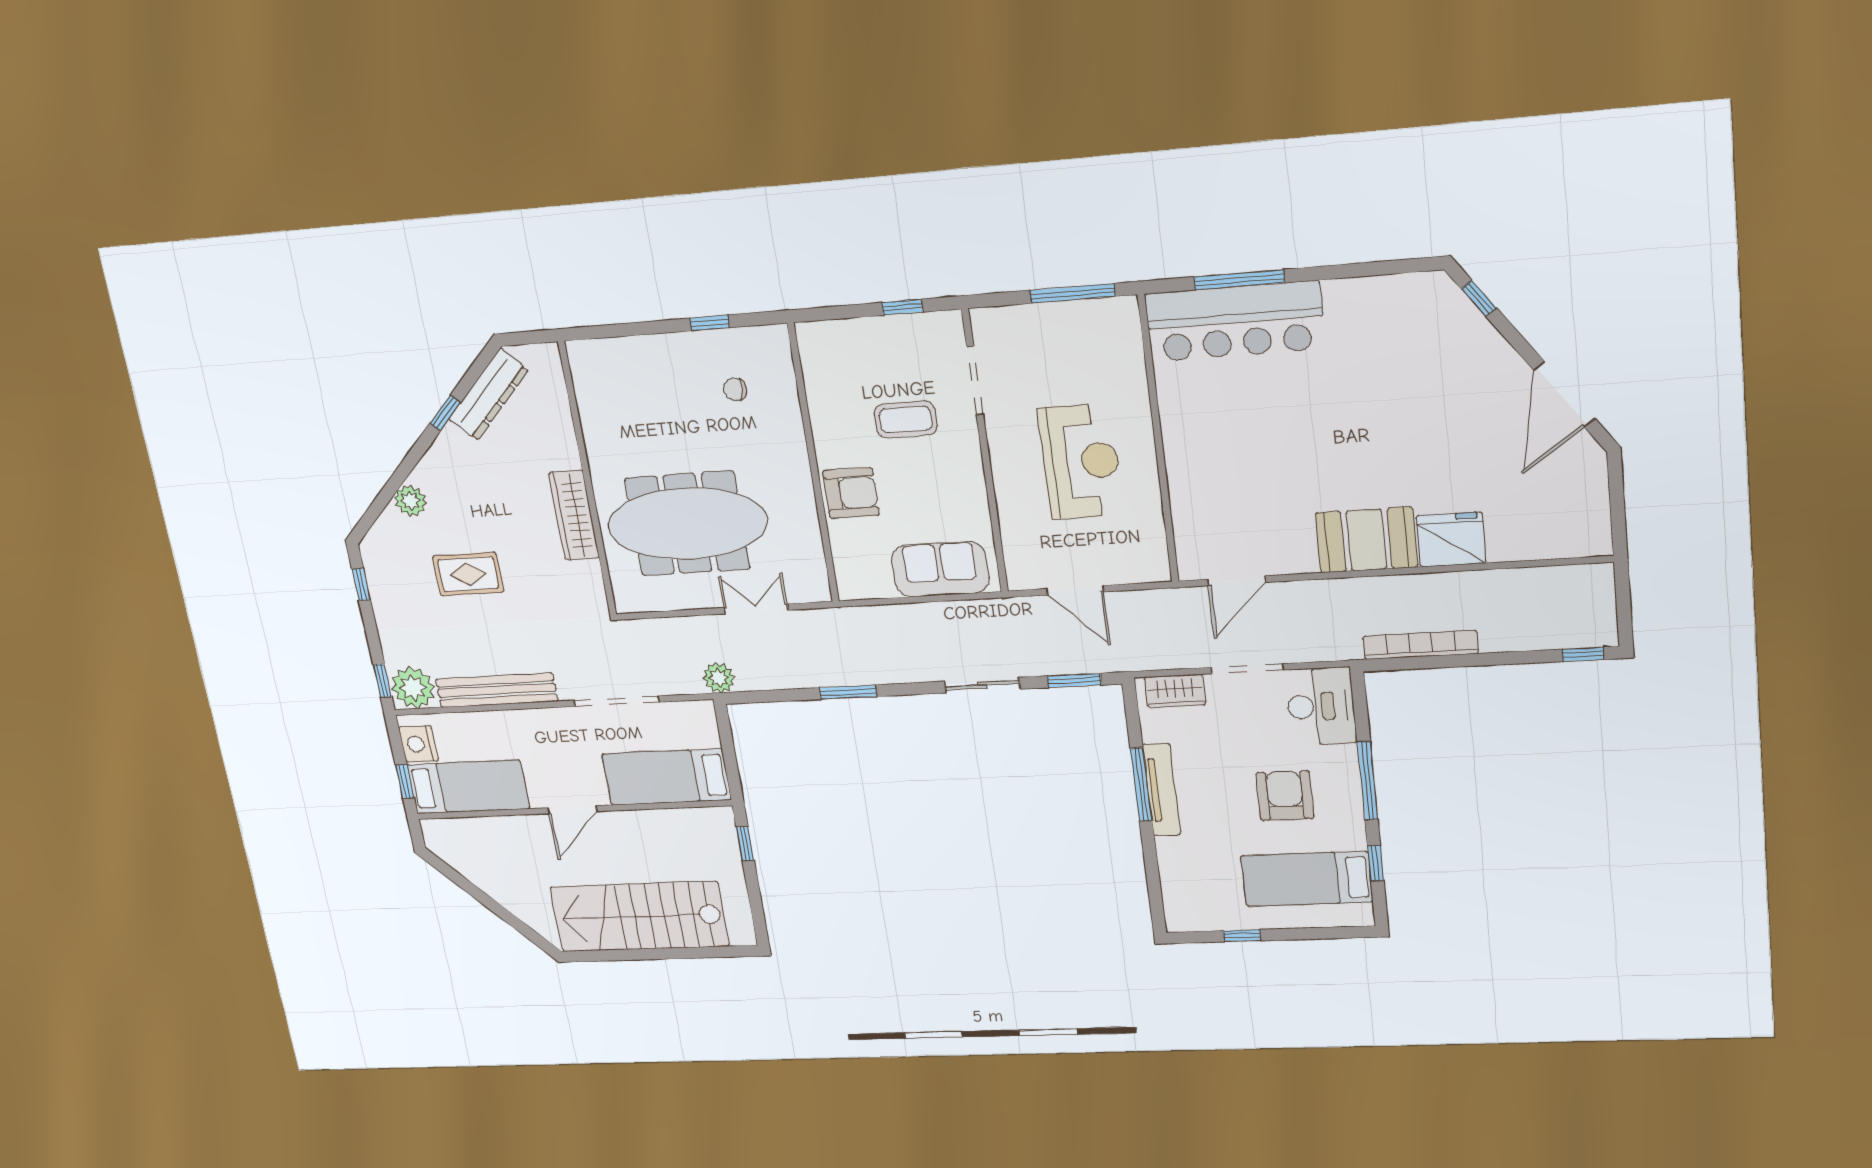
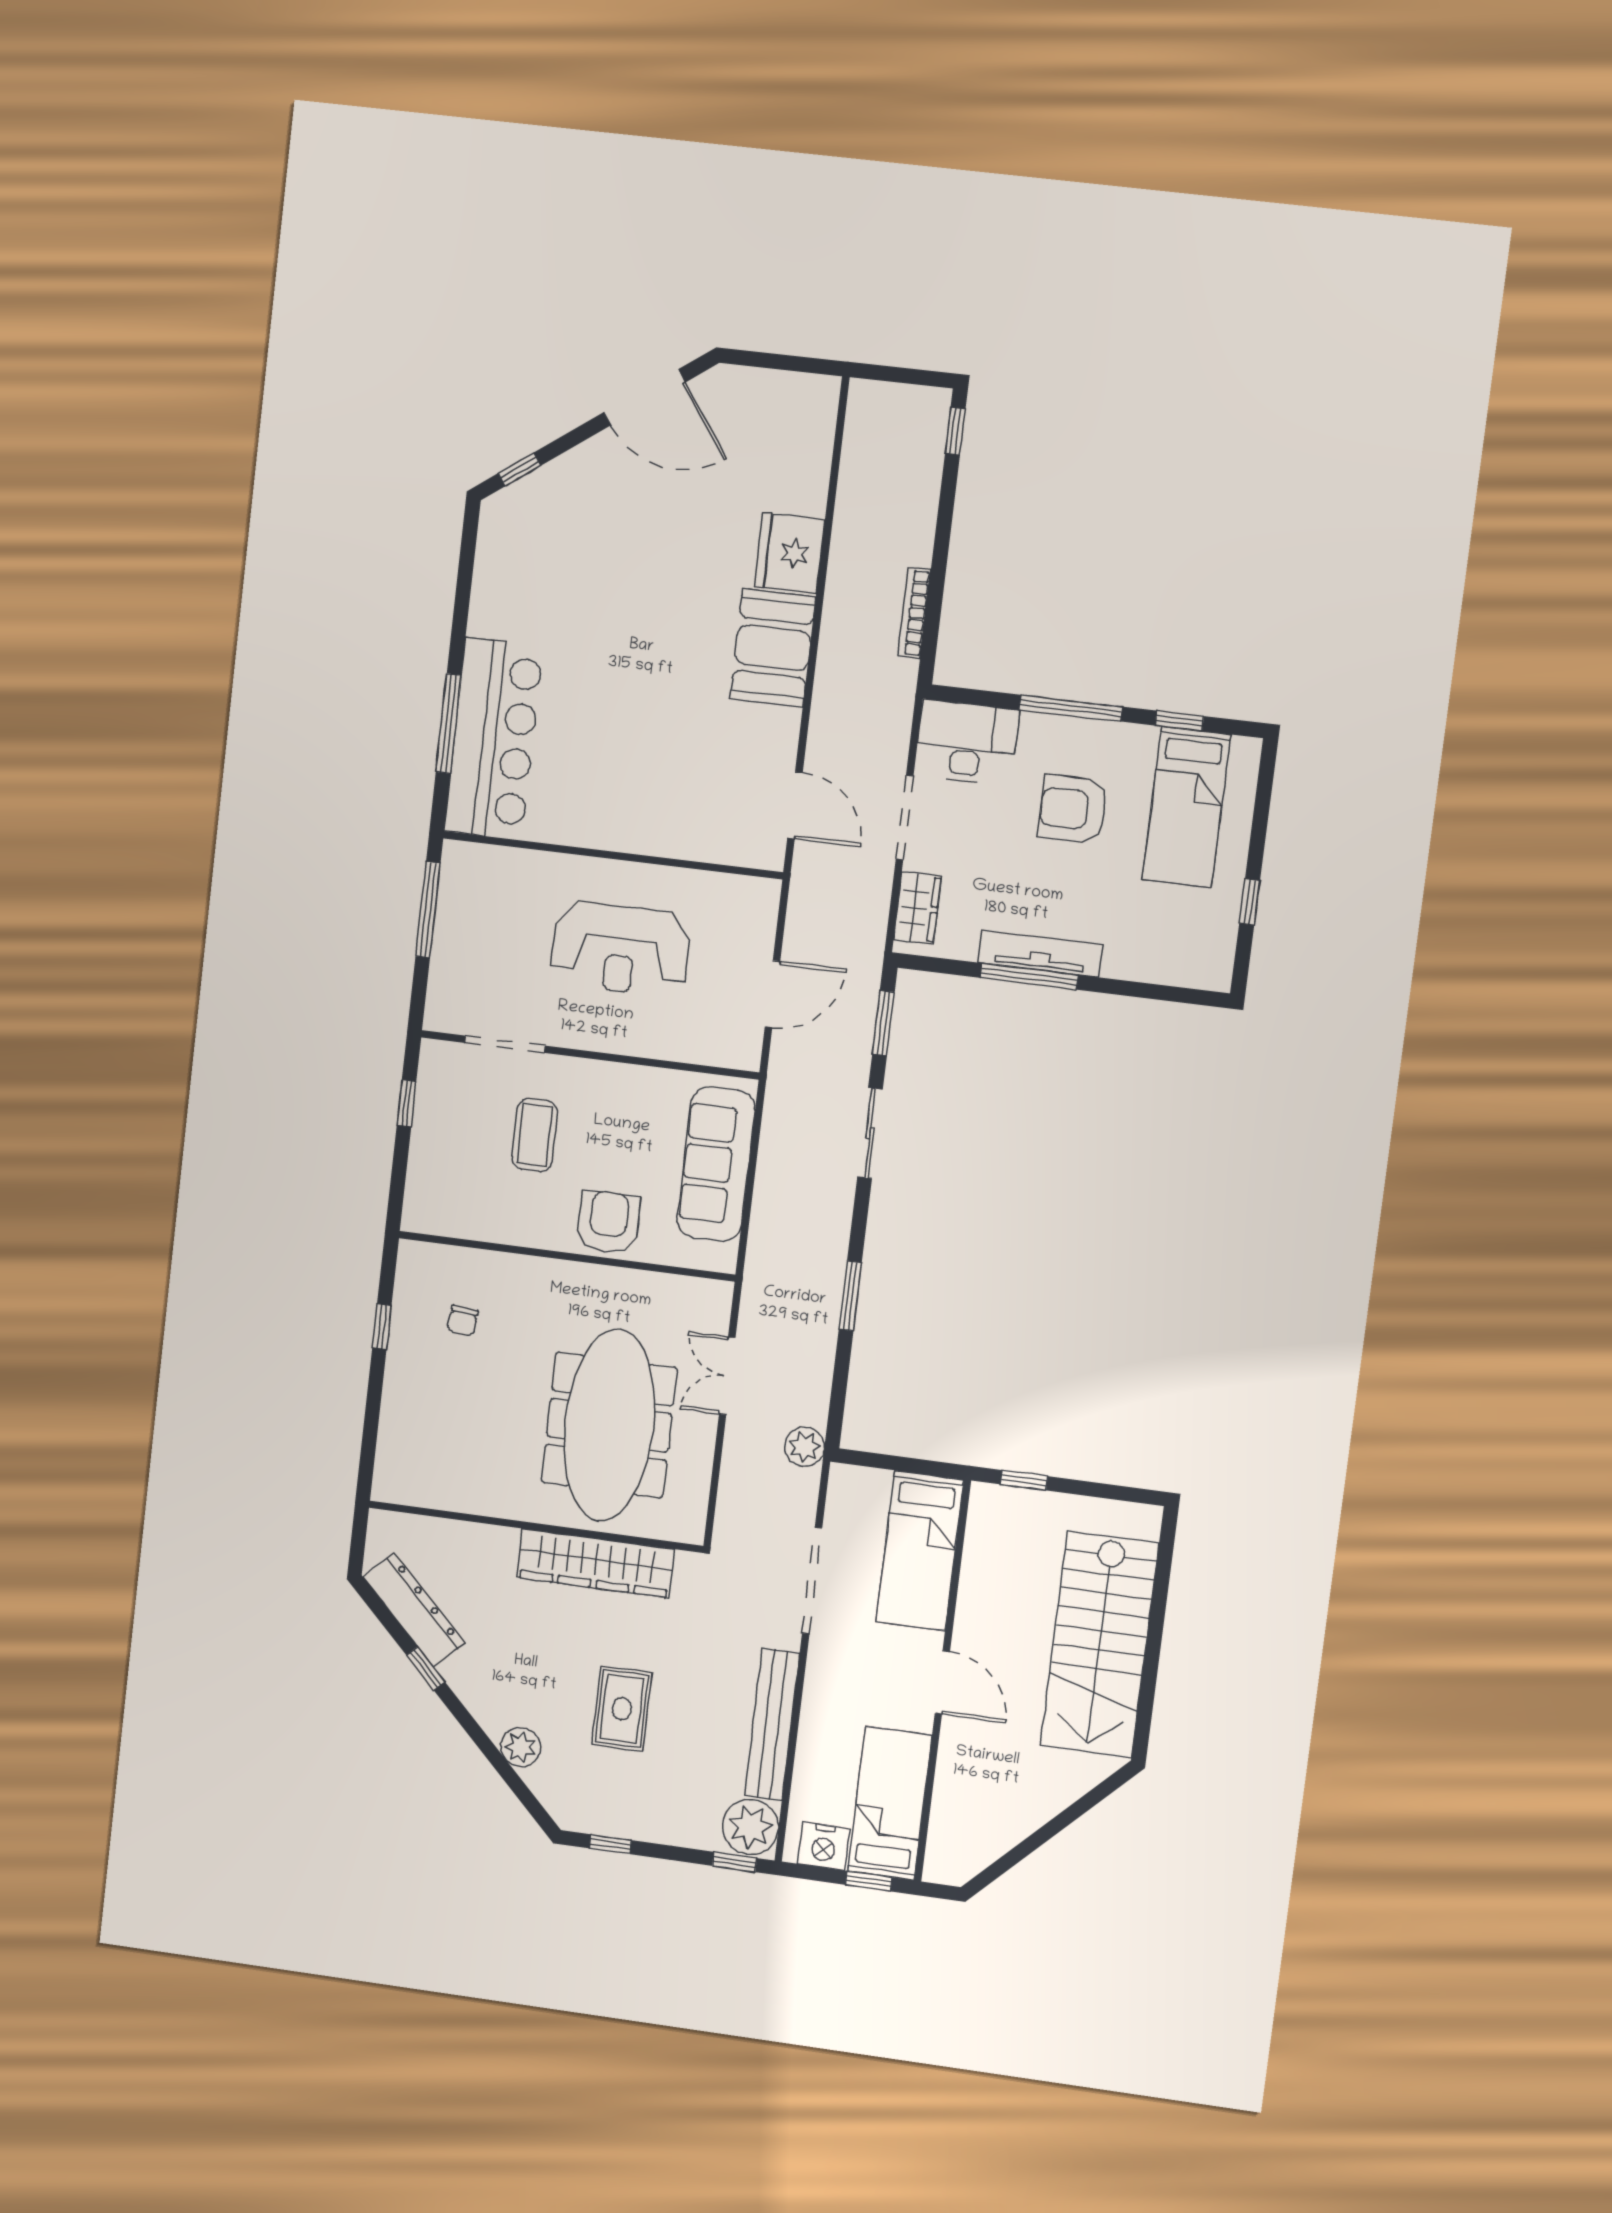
reception desk: (1081, 461) -> (621, 949), turned 180
wardrobe: (574, 515) -> (596, 1563), width x1.40, depth x1.17
sofa: (940, 569) -> (716, 1164), width x1.36
bookcase: (1421, 645) -> (914, 613), width x0.68, depth x0.76

